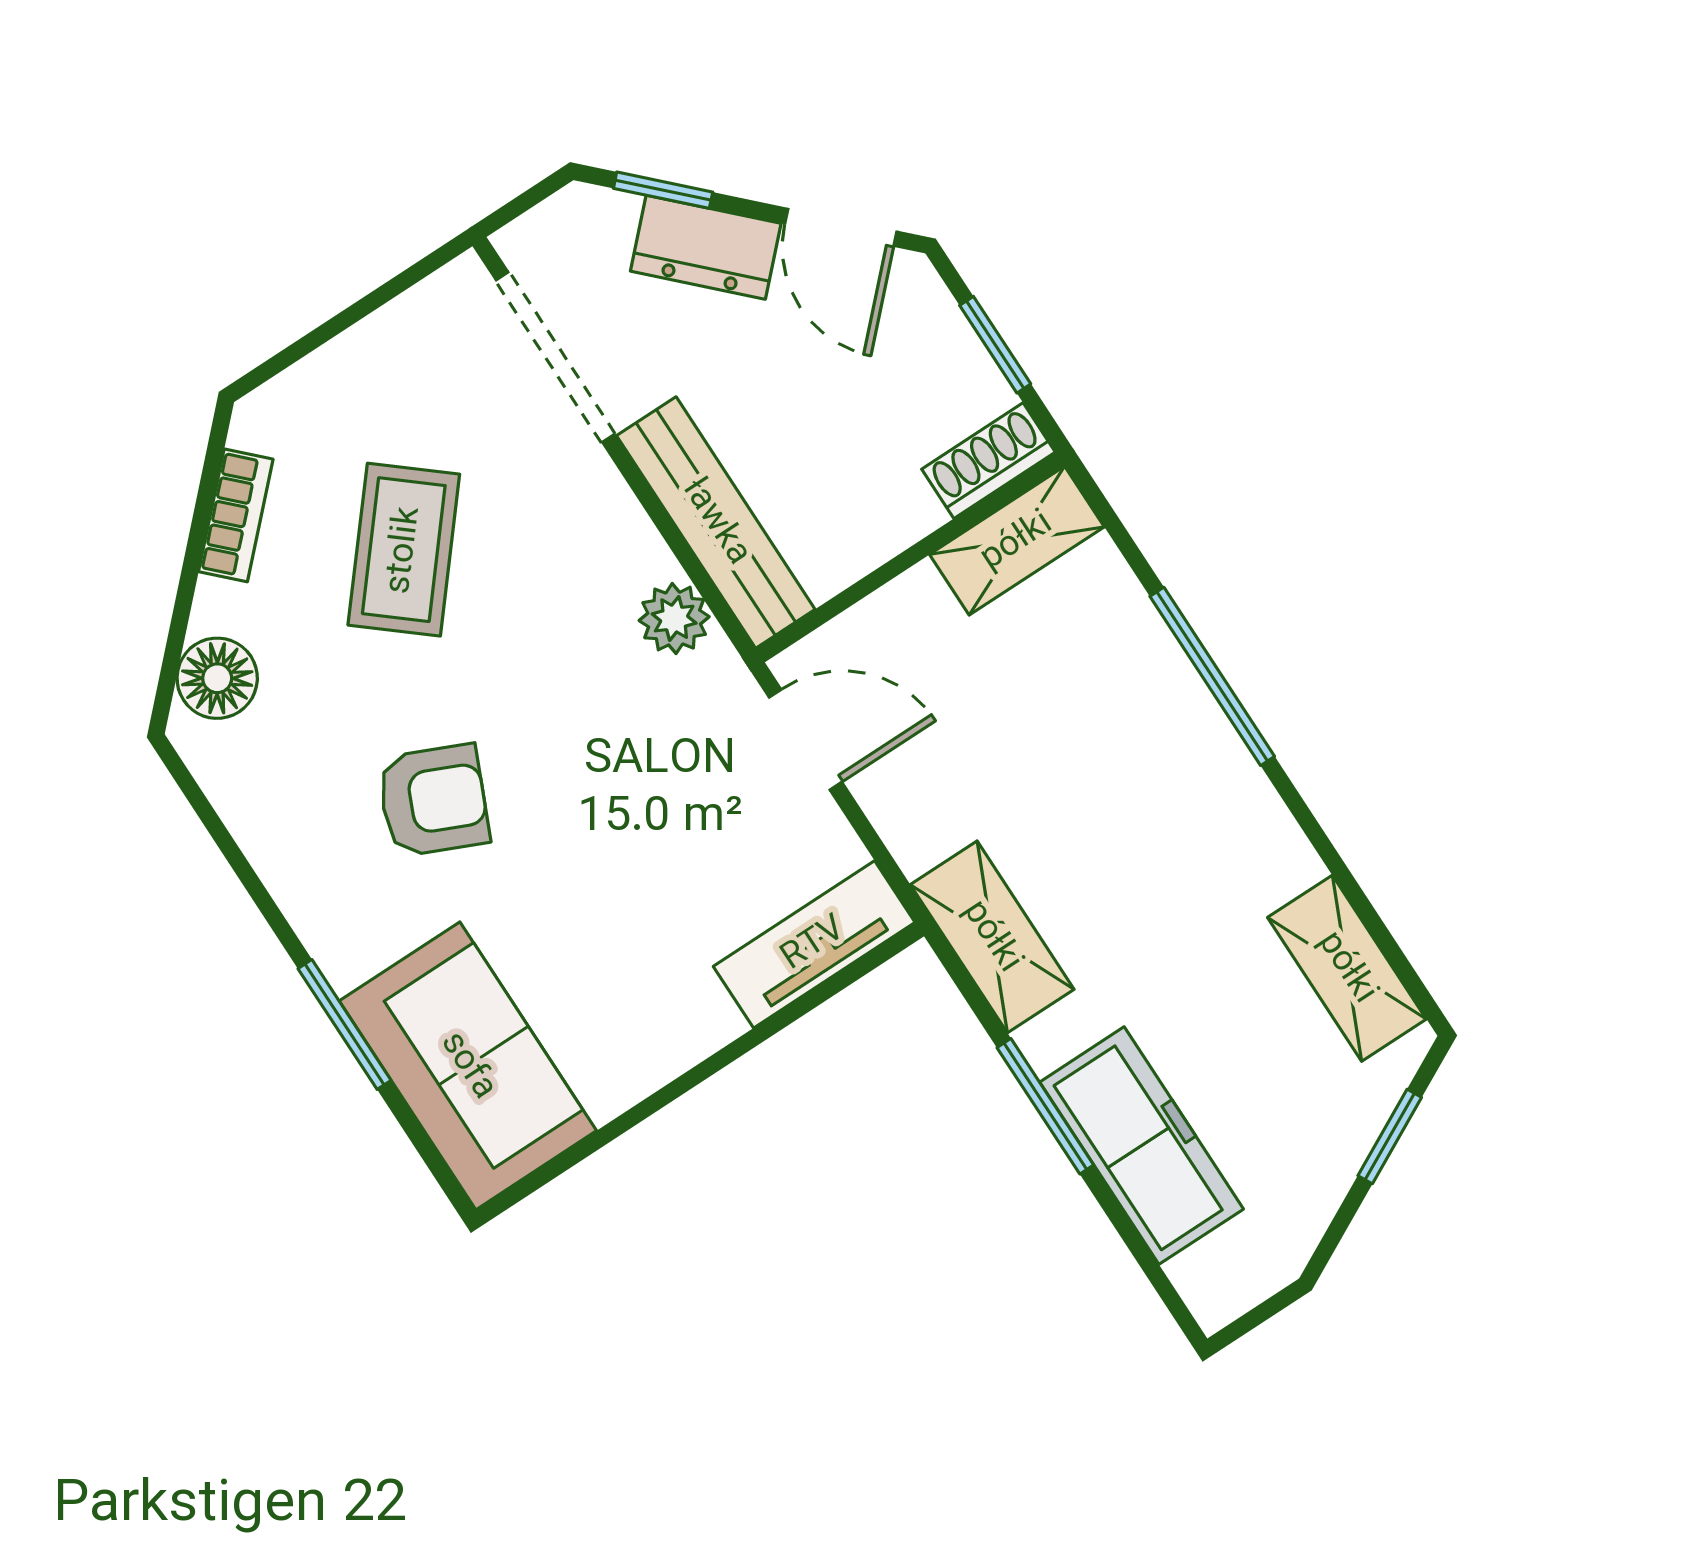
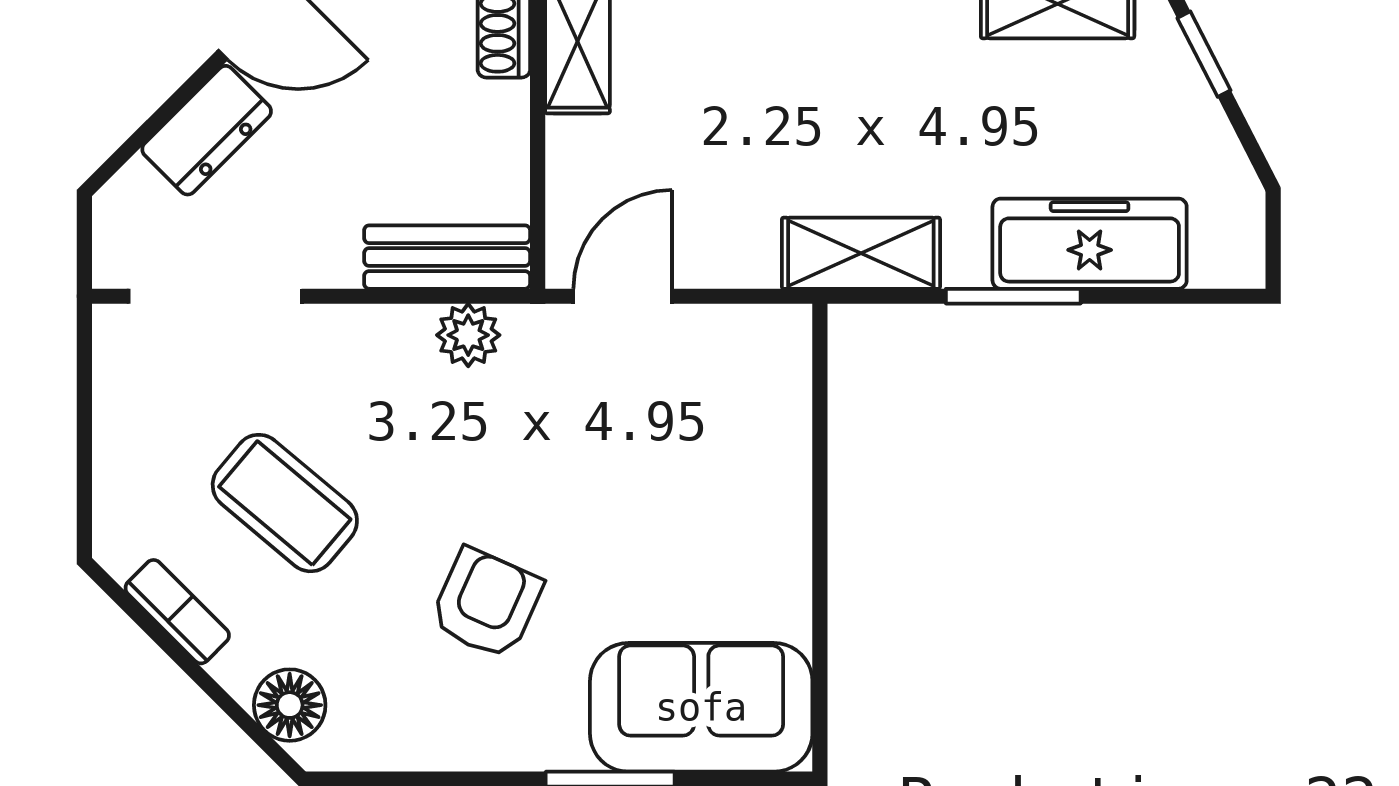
window: (663, 190) -> (143, 134), removed
bench: (716, 522) -> (447, 257), width x0.73
tv unit: (814, 944) -> (780, 390), removed

